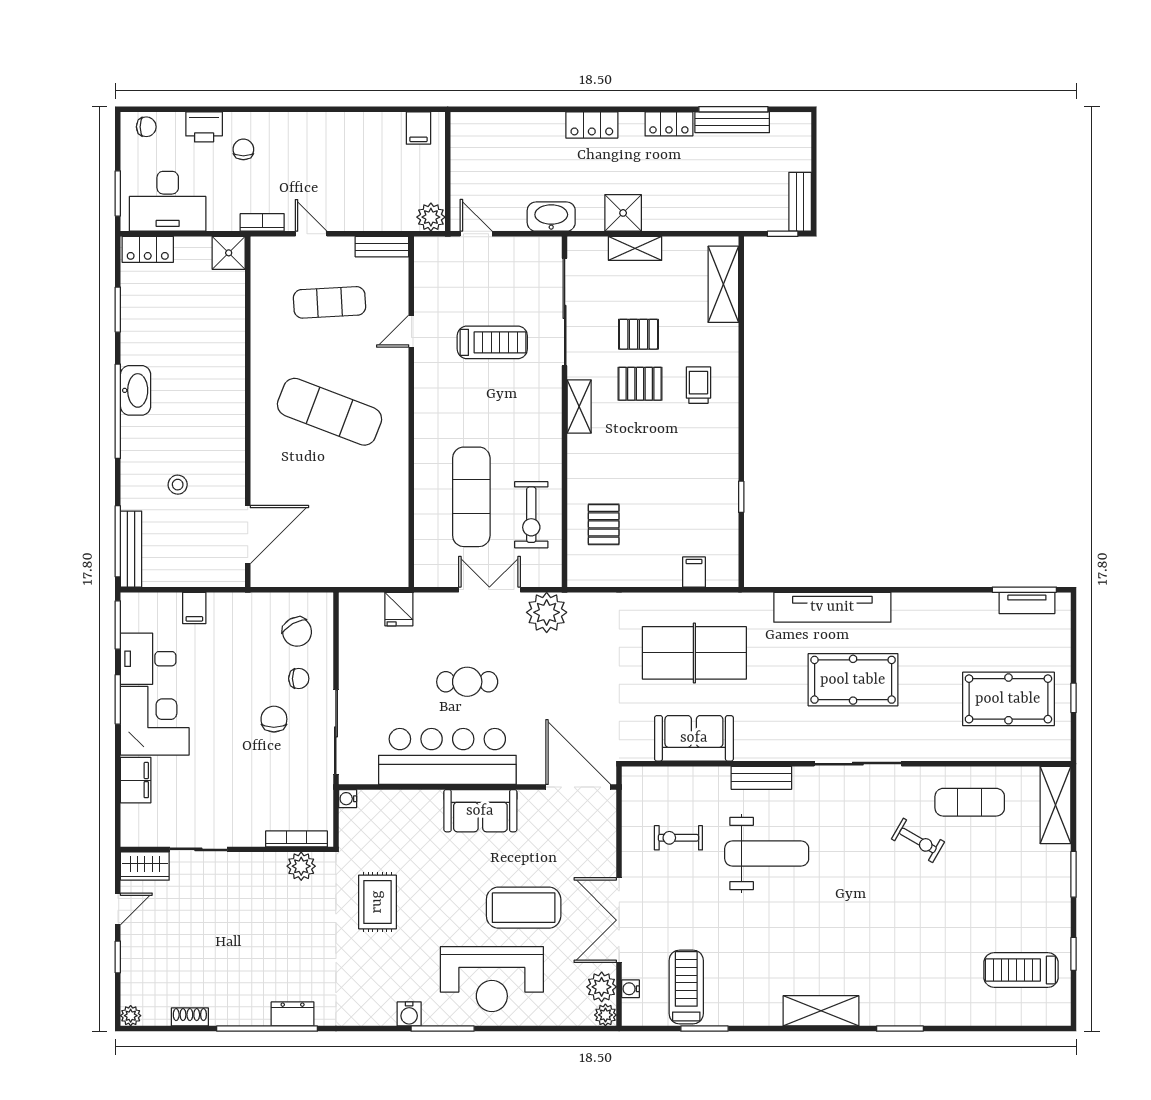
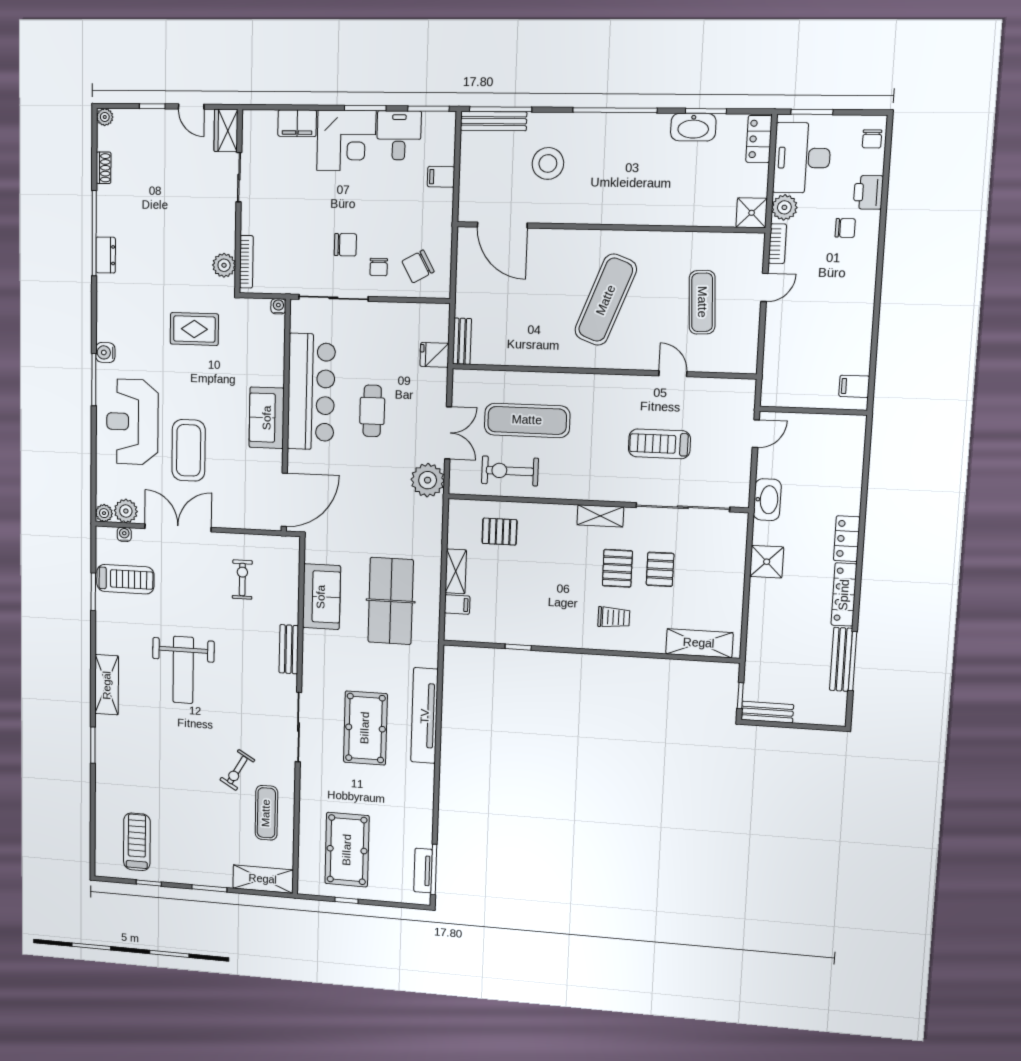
locker: (669, 124) -> (844, 595), width x1.53
plant: (431, 217) -> (784, 207), moved
bench: (382, 247) -> (462, 341), moved
shelving: (635, 248) -> (456, 571), moved
treadmill: (492, 342) -> (659, 444), turned 90
washbasin: (136, 390) -> (693, 127), moved
stool: (178, 485) -> (548, 164), width x1.89, depth x1.89
weight bench: (767, 854) -> (183, 670), moved

